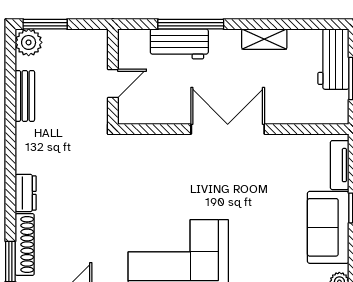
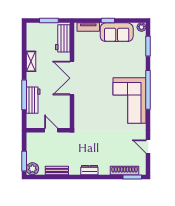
workbench: (333, 59) -> (63, 38), moved, turned 90
dresser: (26, 193) -> (89, 170), moved

